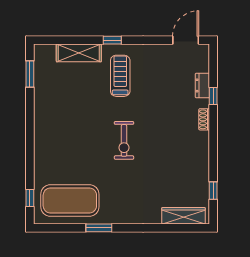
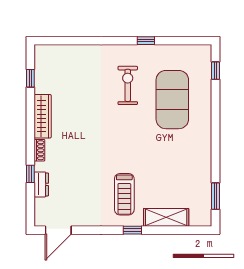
exercise bike: (124, 140) -> (128, 85), moved
exercise mat: (70, 200) -> (172, 100), moved, turned 90
wardrobe: (184, 216) -> (43, 116), moved, turned -90
window: (99, 228) -> (146, 41), width x0.67

